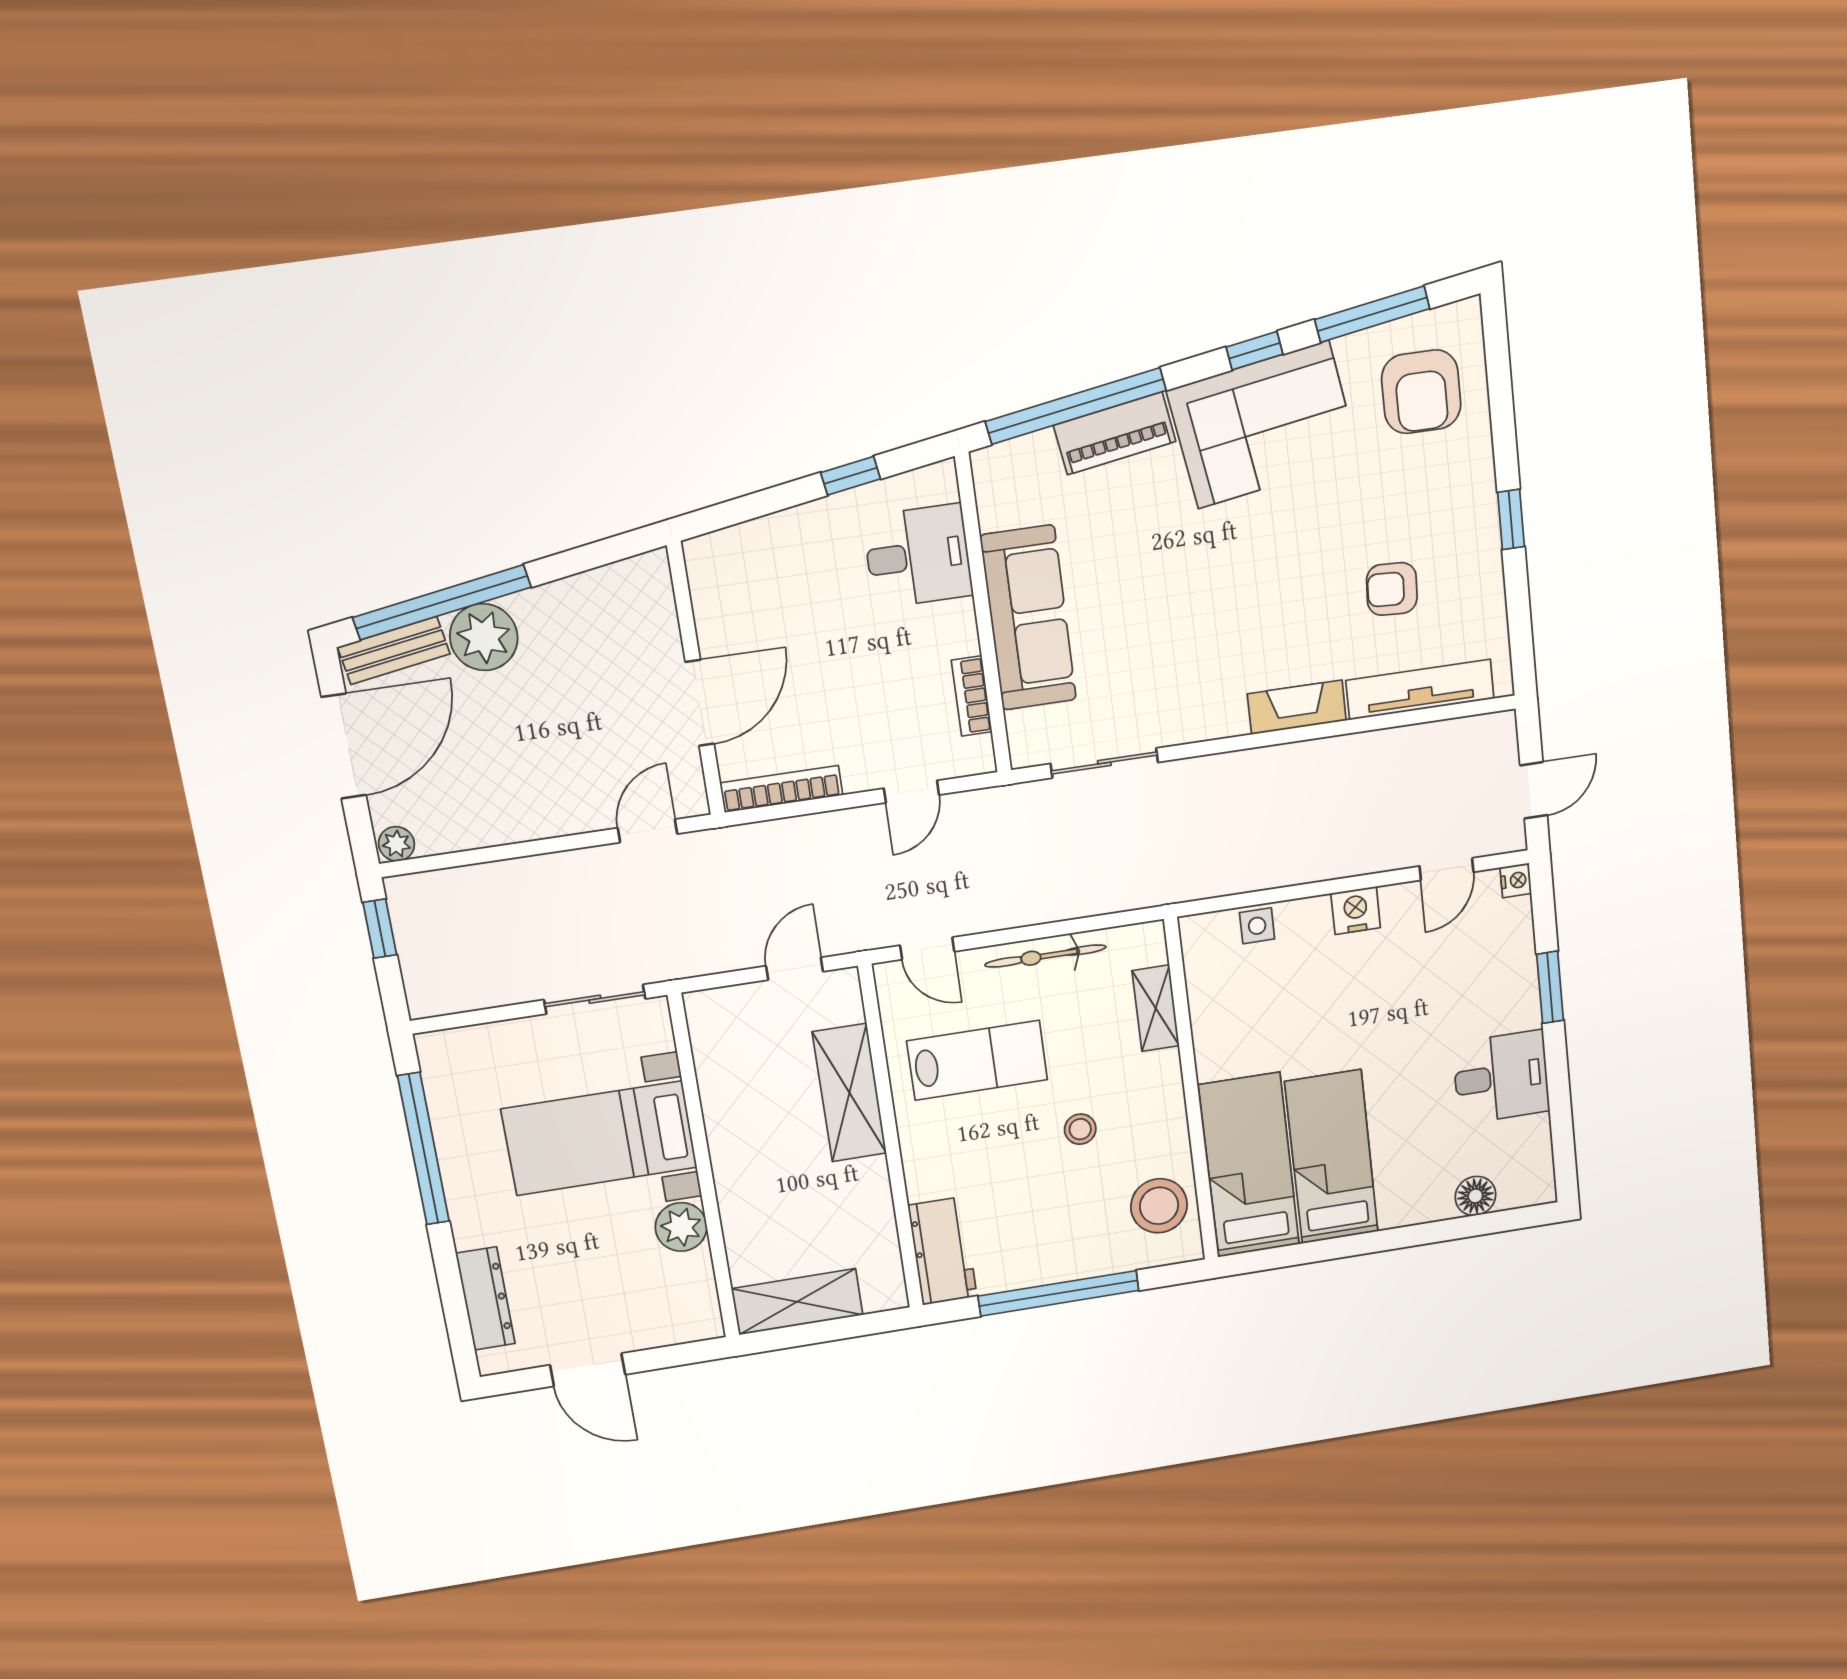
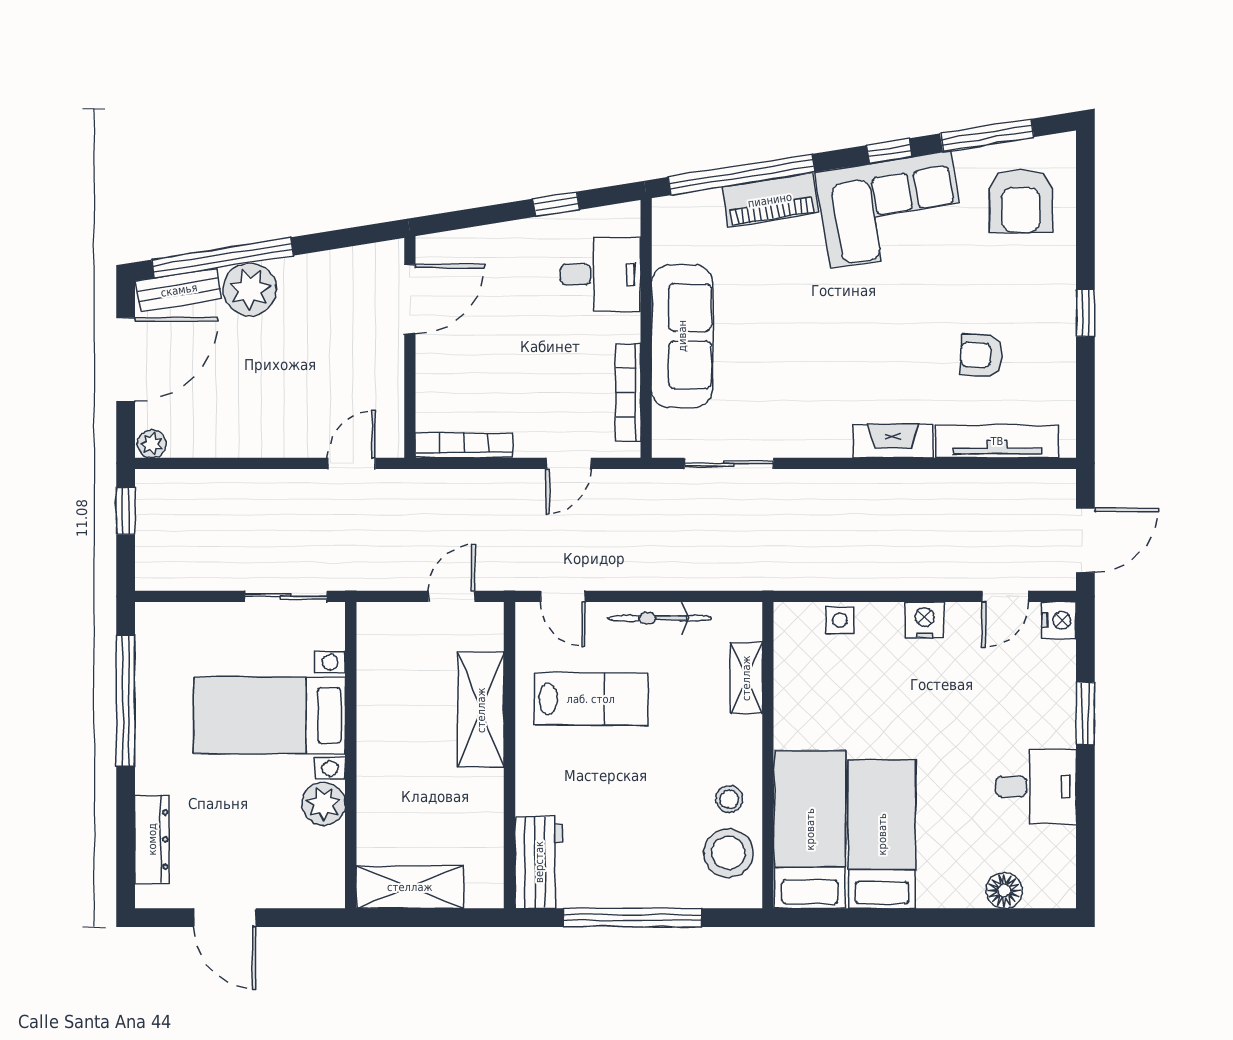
bookcase: (972, 696) -> (628, 393), width x1.56
door: (700, 703) -> (410, 299), moved
door: (1534, 790) -> (1085, 540), width x1.38
nightstand: (1516, 880) -> (1059, 620), width x1.39, depth x1.35
stool: (1080, 1129) -> (729, 799), moved

